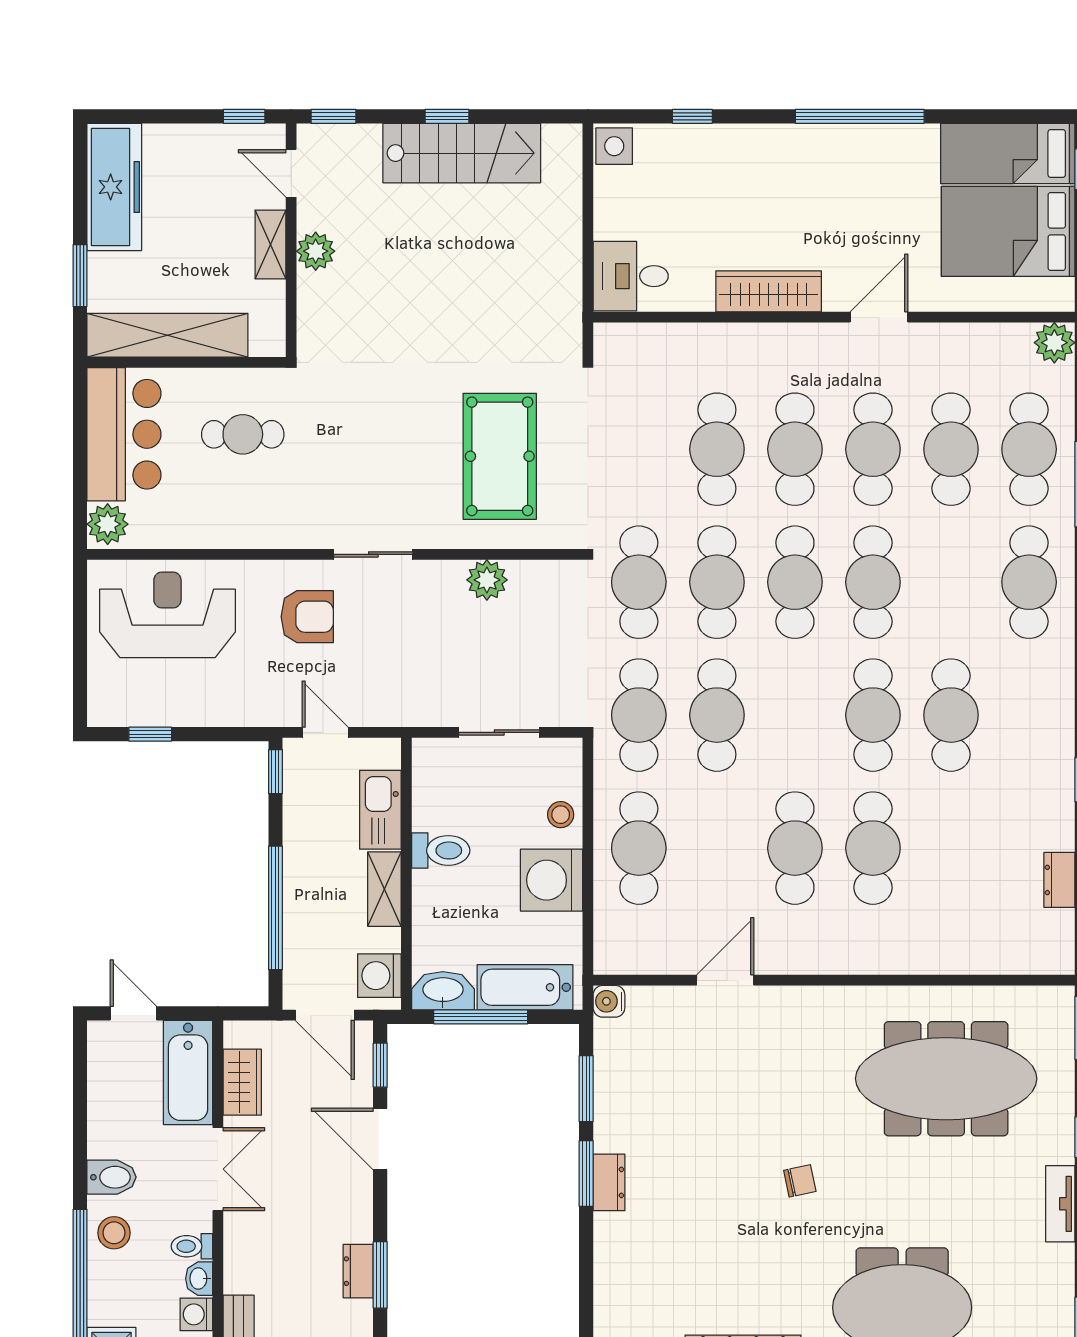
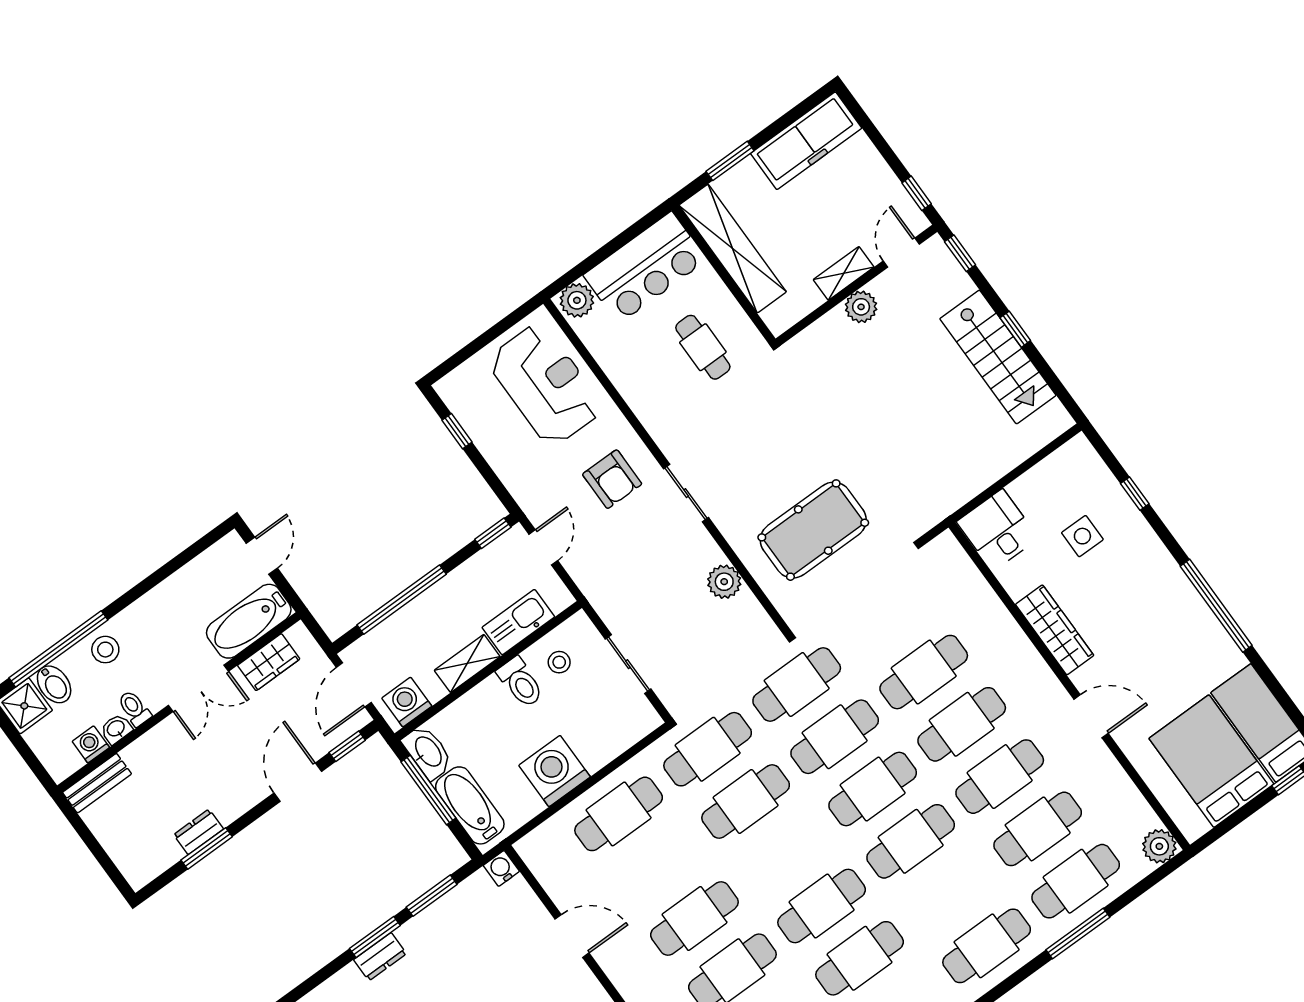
side table: (614, 146) -> (1082, 536), moved
stool: (561, 815) -> (559, 662), moved
bidet: (112, 1177) -> (54, 684), moved

